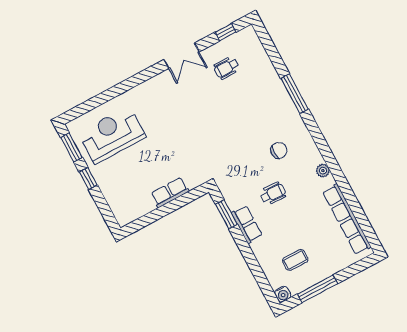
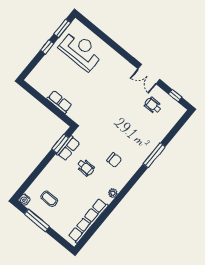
row of seats: (247, 224) -> (68, 148), moved

